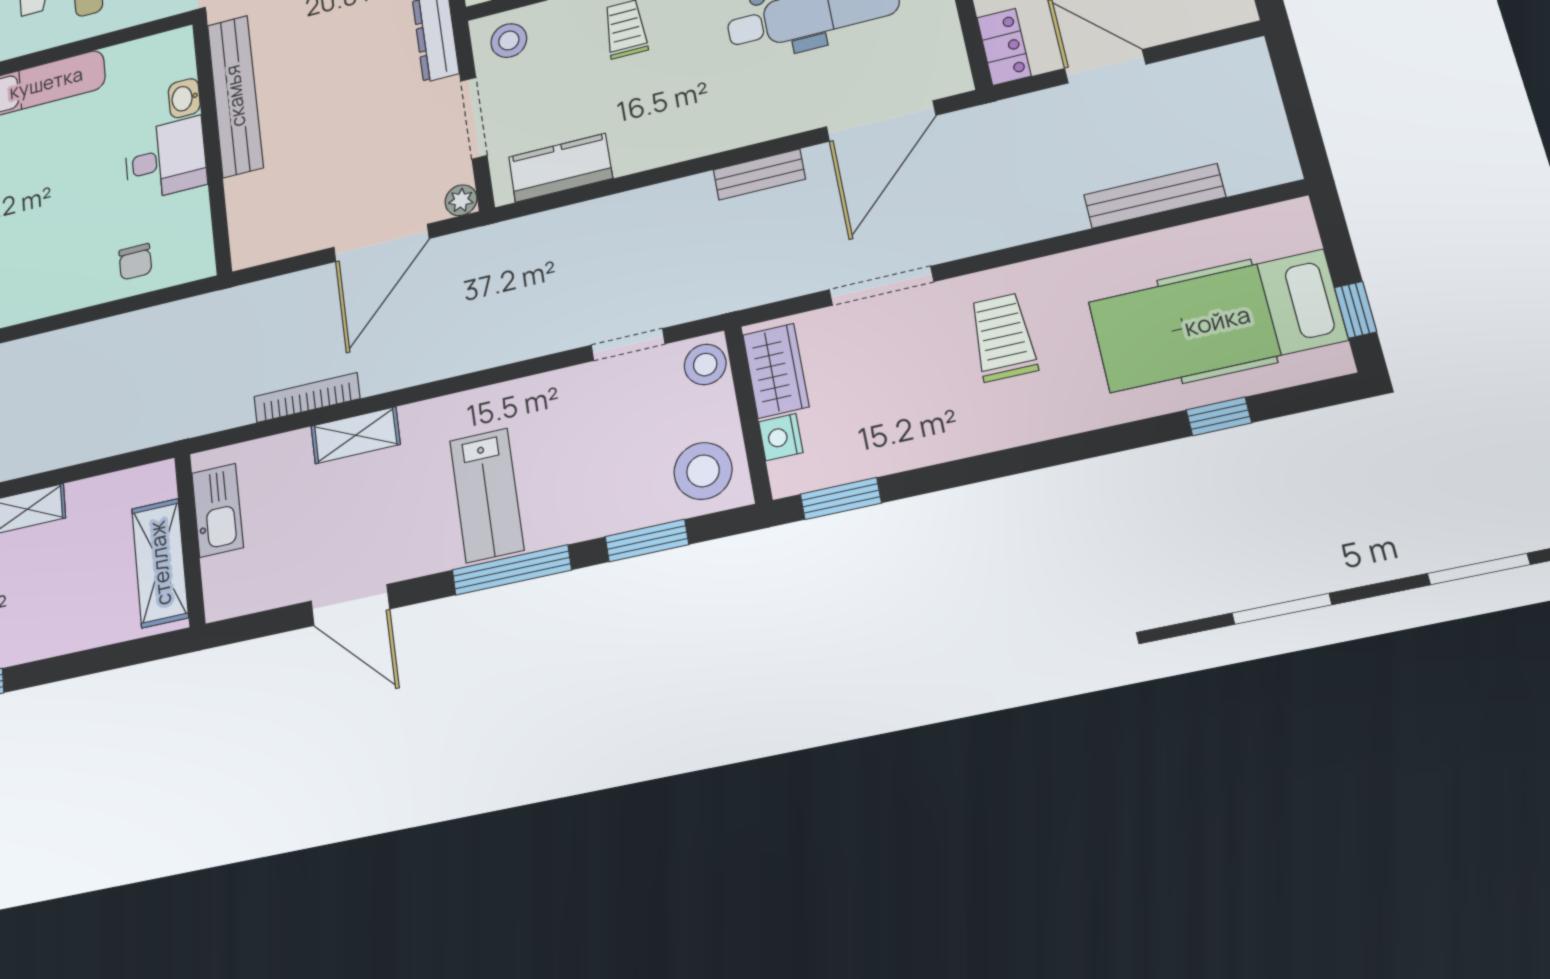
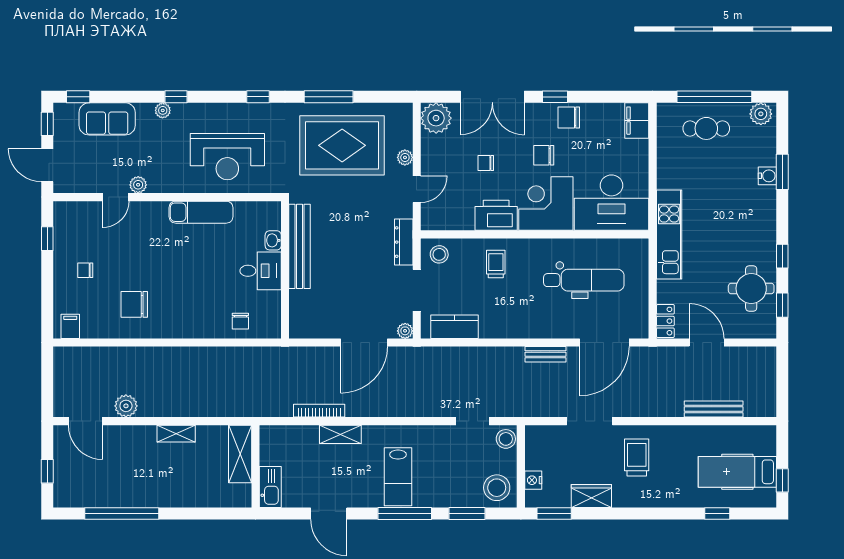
hospital bed: (1217, 321) -> (737, 472), width x0.73, depth x0.78
wardrobe: (776, 371) -> (591, 496), moved, turned -90
kitchen sink: (218, 510) -> (270, 487), moved
shelving: (160, 563) -> (240, 454), moved

